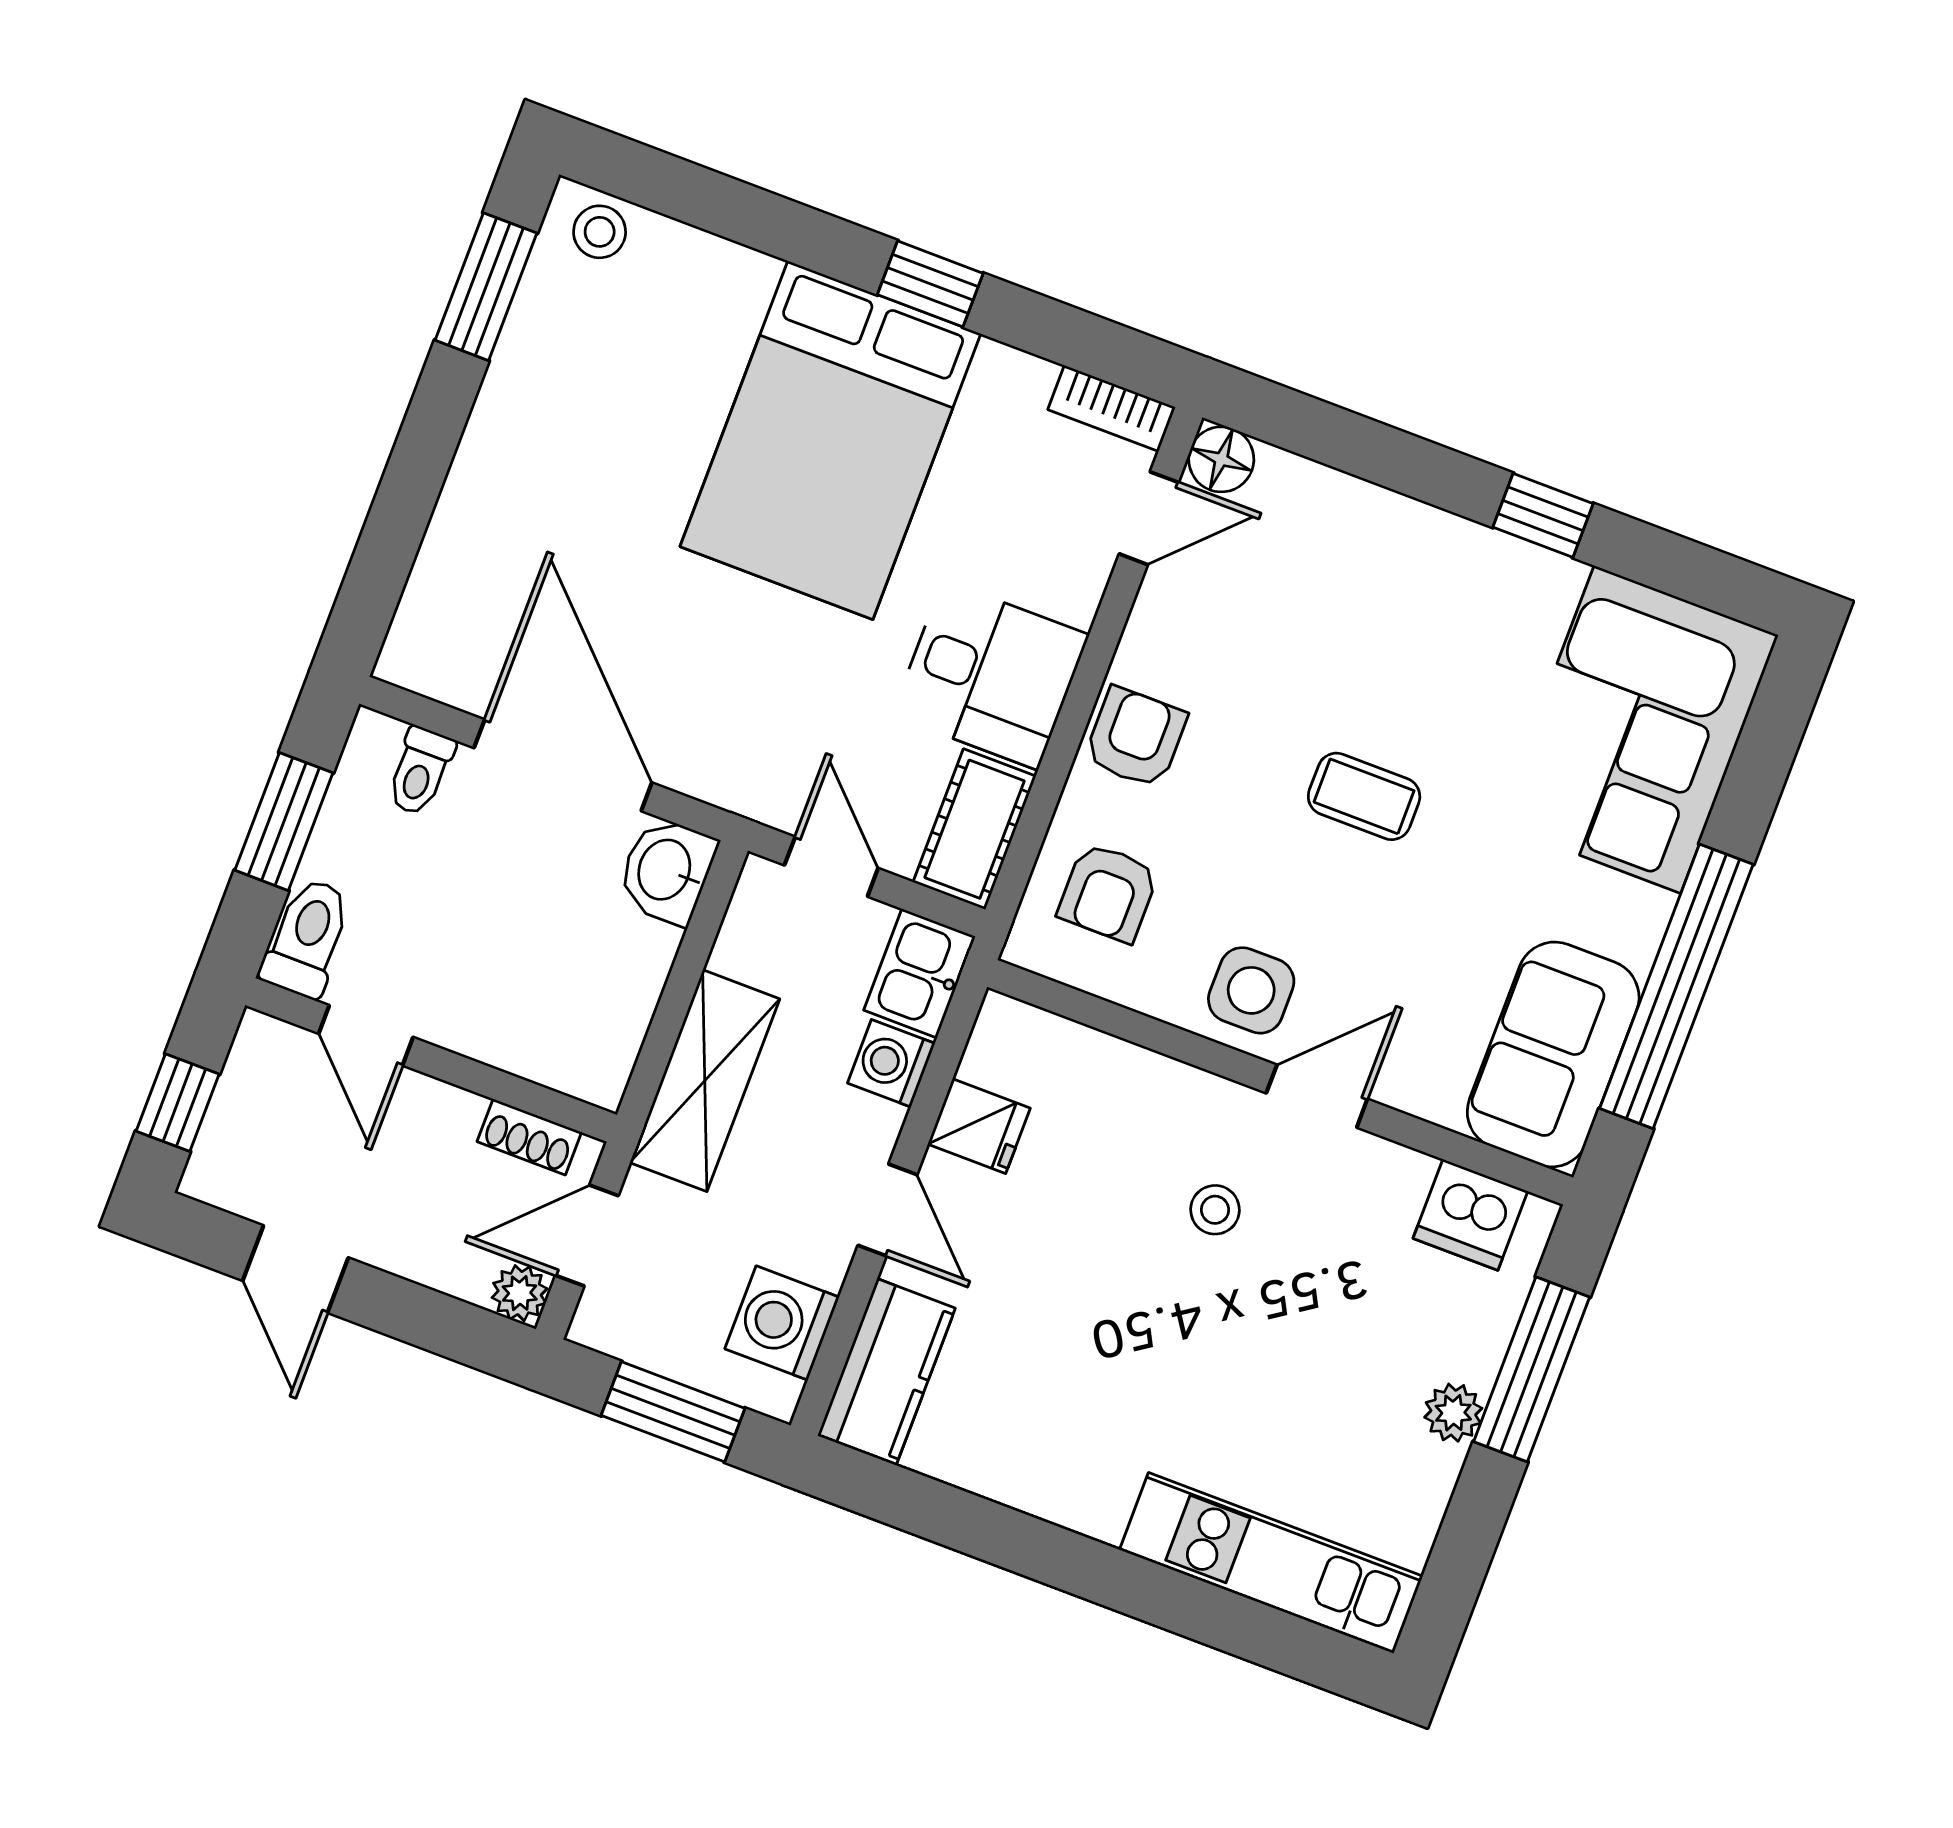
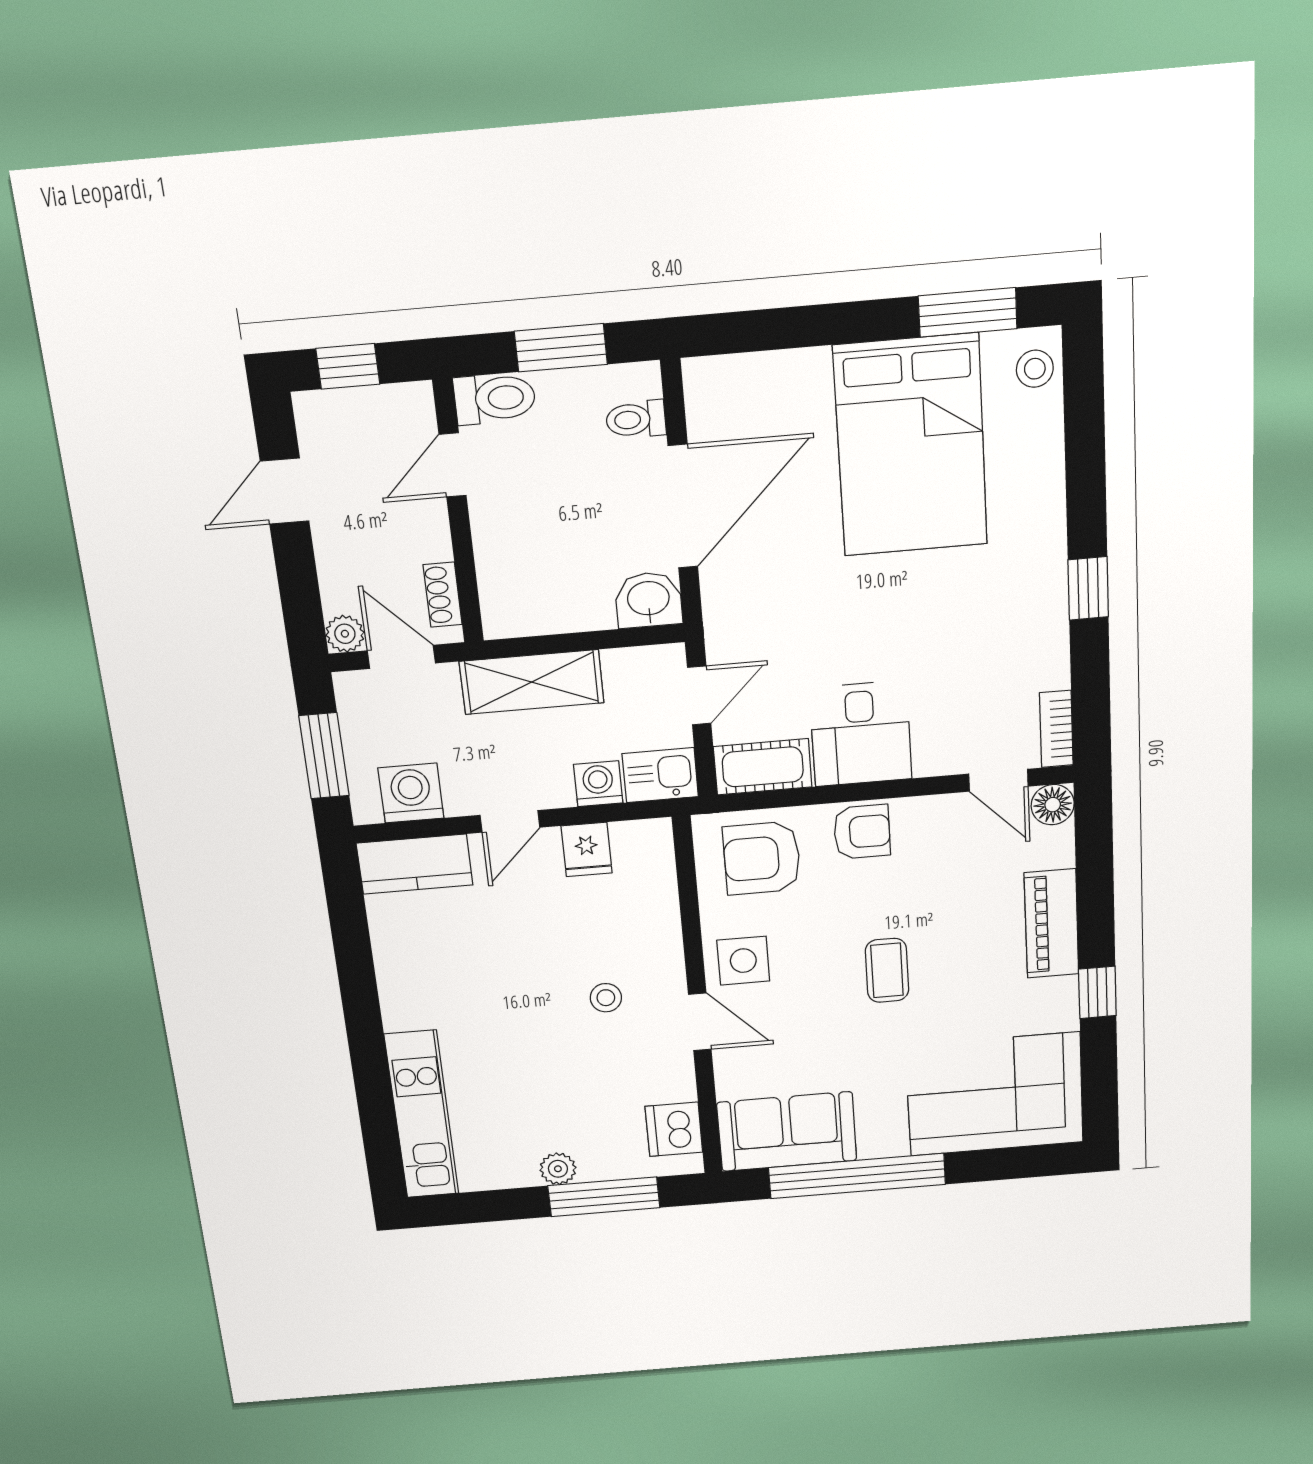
bed: (830, 440) -> (911, 446), moved, turned -90
piano: (1403, 535) -> (1052, 924), added
armchair: (1108, 892) -> (762, 858), width x1.38, depth x1.38

